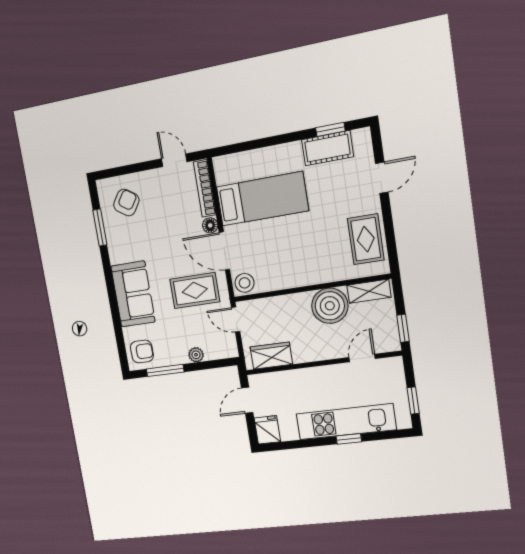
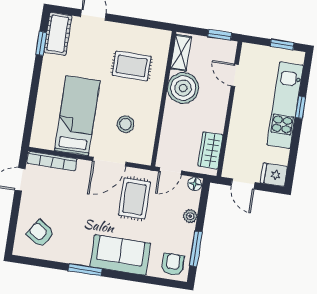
cot: (327, 148) -> (58, 34), moved
floor lamp: (210, 225) -> (195, 184), moved
window: (100, 227) -> (85, 270), moved
rug: (366, 239) -> (132, 66), moved
stool: (245, 283) -> (126, 124), moved

